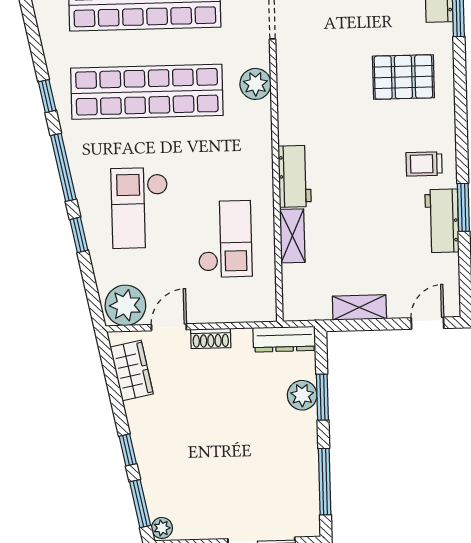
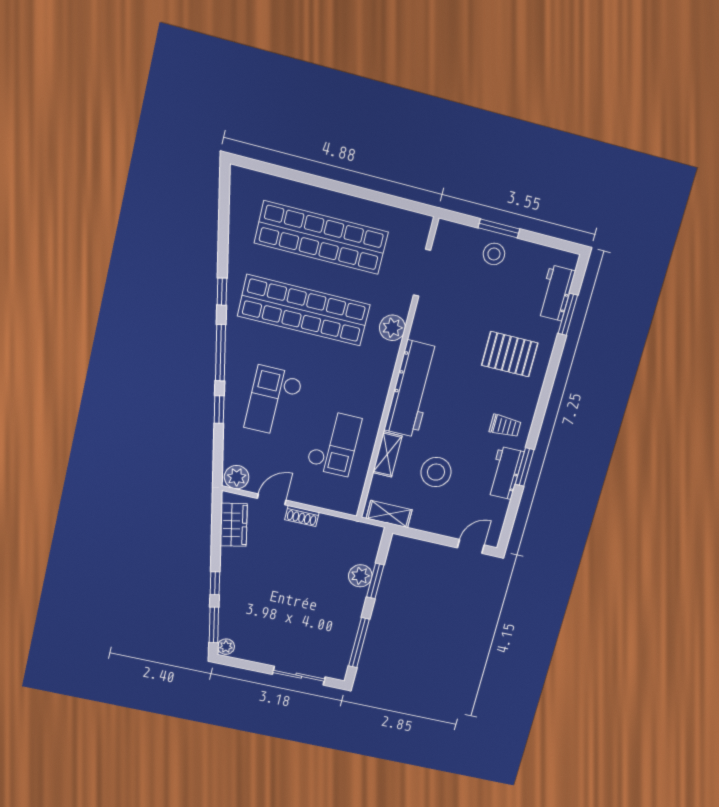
trolley: (424, 164) -> (505, 426), turned 180
workbench: (295, 176) -> (412, 389), width x1.88, depth x1.32
stool: (357, 242) -> (436, 472), added
plant: (125, 305) -> (237, 477), width x0.73, depth x0.73
shelving: (359, 307) -> (389, 514), moved
dresser: (284, 339) -> (359, 531), removed

